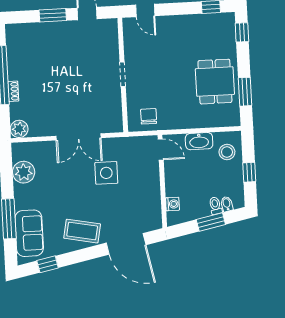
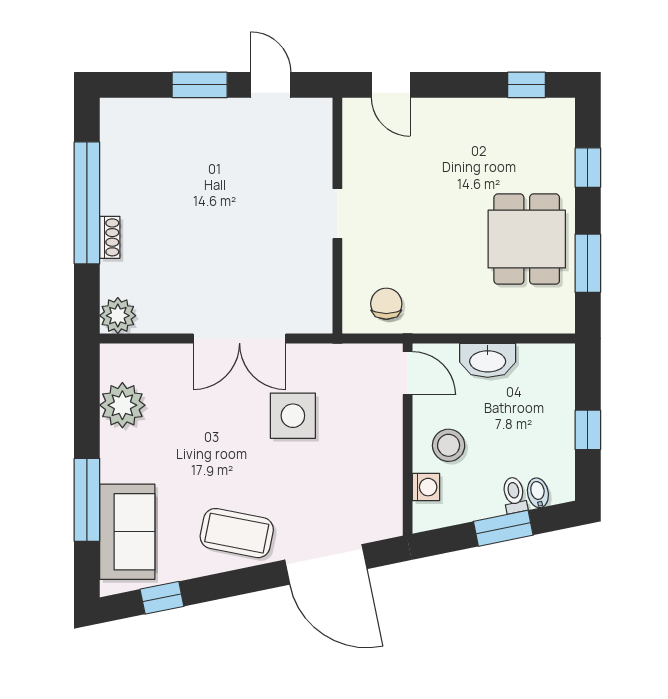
window: (242, 32) -> (588, 168), moved
stool: (227, 152) -> (449, 445), moved

